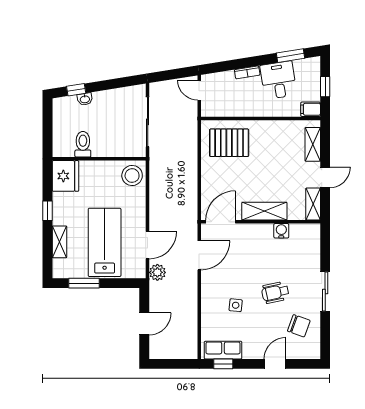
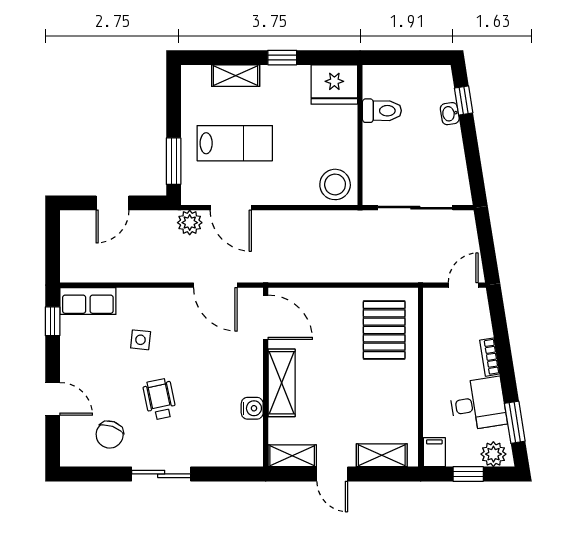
plant: (312, 70) -> (493, 454), added
lab bench: (105, 242) -> (235, 143), width x0.73, depth x0.72
window: (84, 283) -> (174, 161), moved
door: (144, 324) -> (112, 203), hinge flipped
row of seats: (223, 350) -> (88, 301), moved, turned 90

